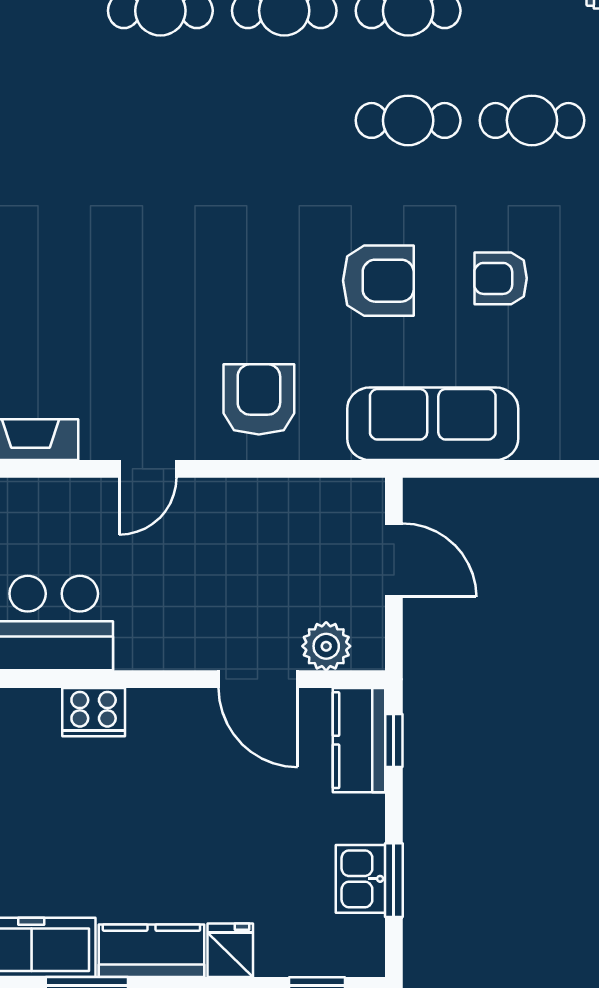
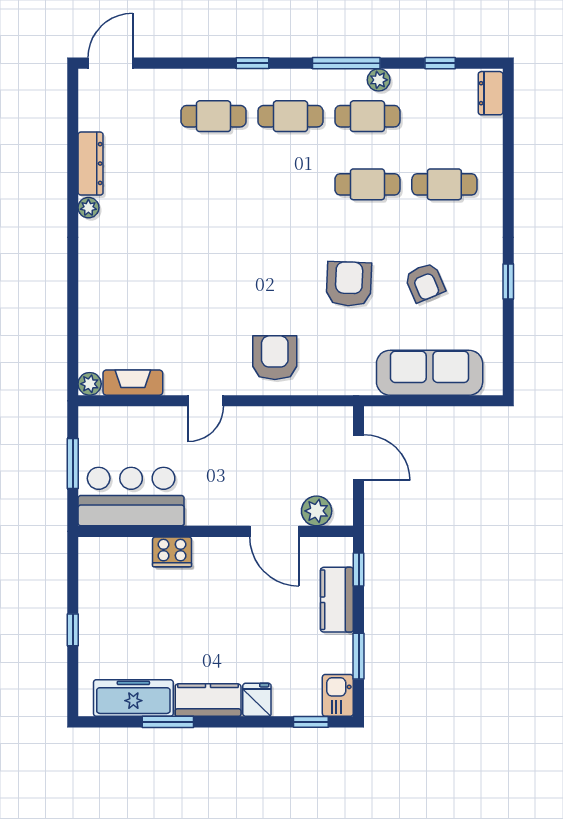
armchair: (501, 278) -> (425, 282), turned -113
armchair: (378, 281) -> (349, 284), turned -88
sofa: (433, 424) -> (430, 373), moved
kitchen counter: (359, 740) -> (337, 600), moved
kitchen sink: (360, 879) -> (338, 695), moved

